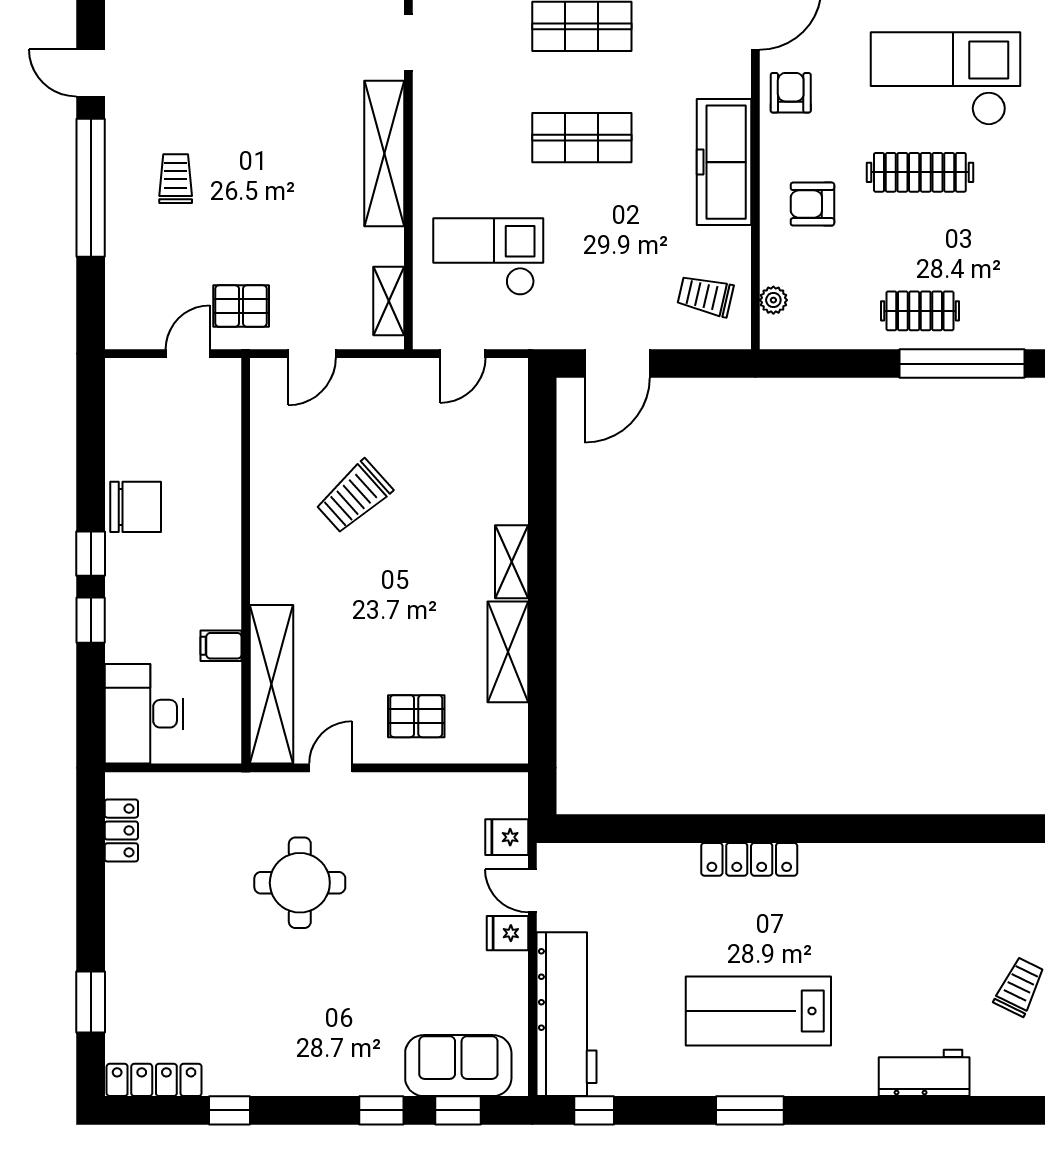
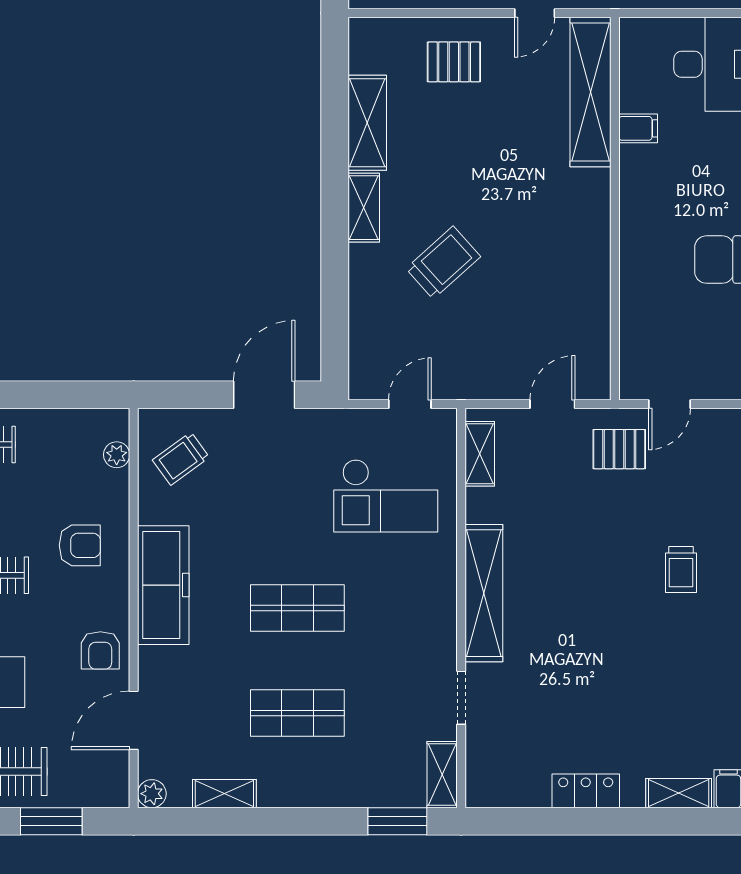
trolley: (705, 296) -> (181, 459), turned 131
trolley: (354, 497) -> (443, 263), moved

